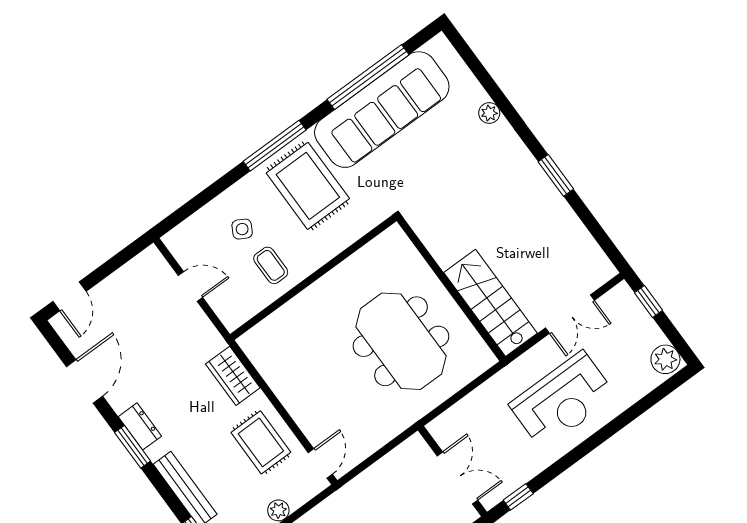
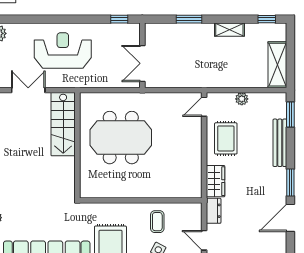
meeting table: (401, 341) -> (121, 138), turned 90
door: (84, 381) -> (290, 218), moved
dresser: (140, 426) -> (214, 211), moved, turned 180
double door: (457, 478) -> (142, 63), moved

